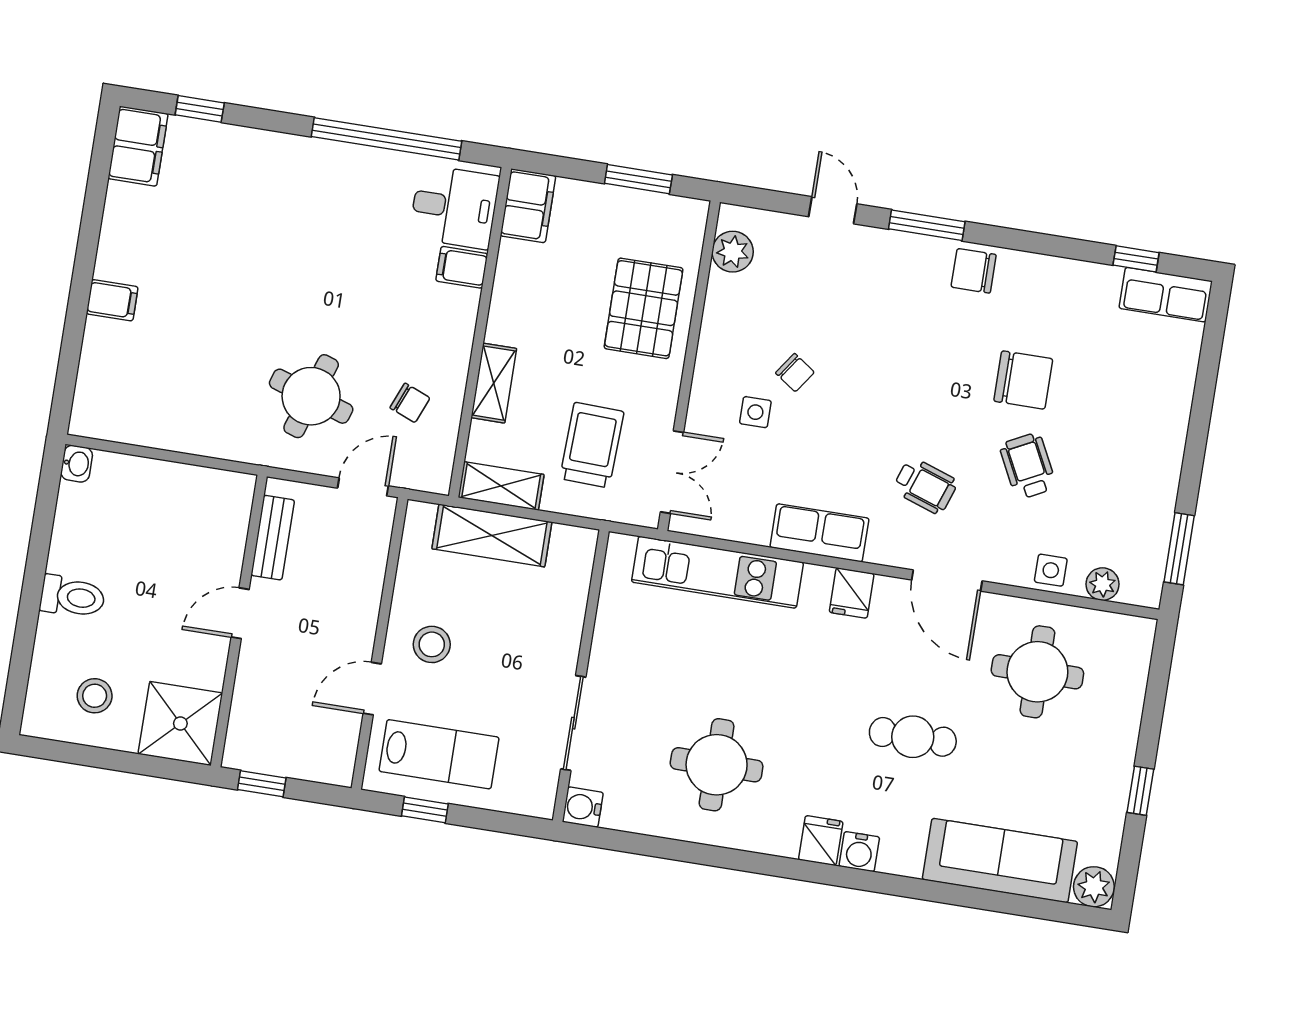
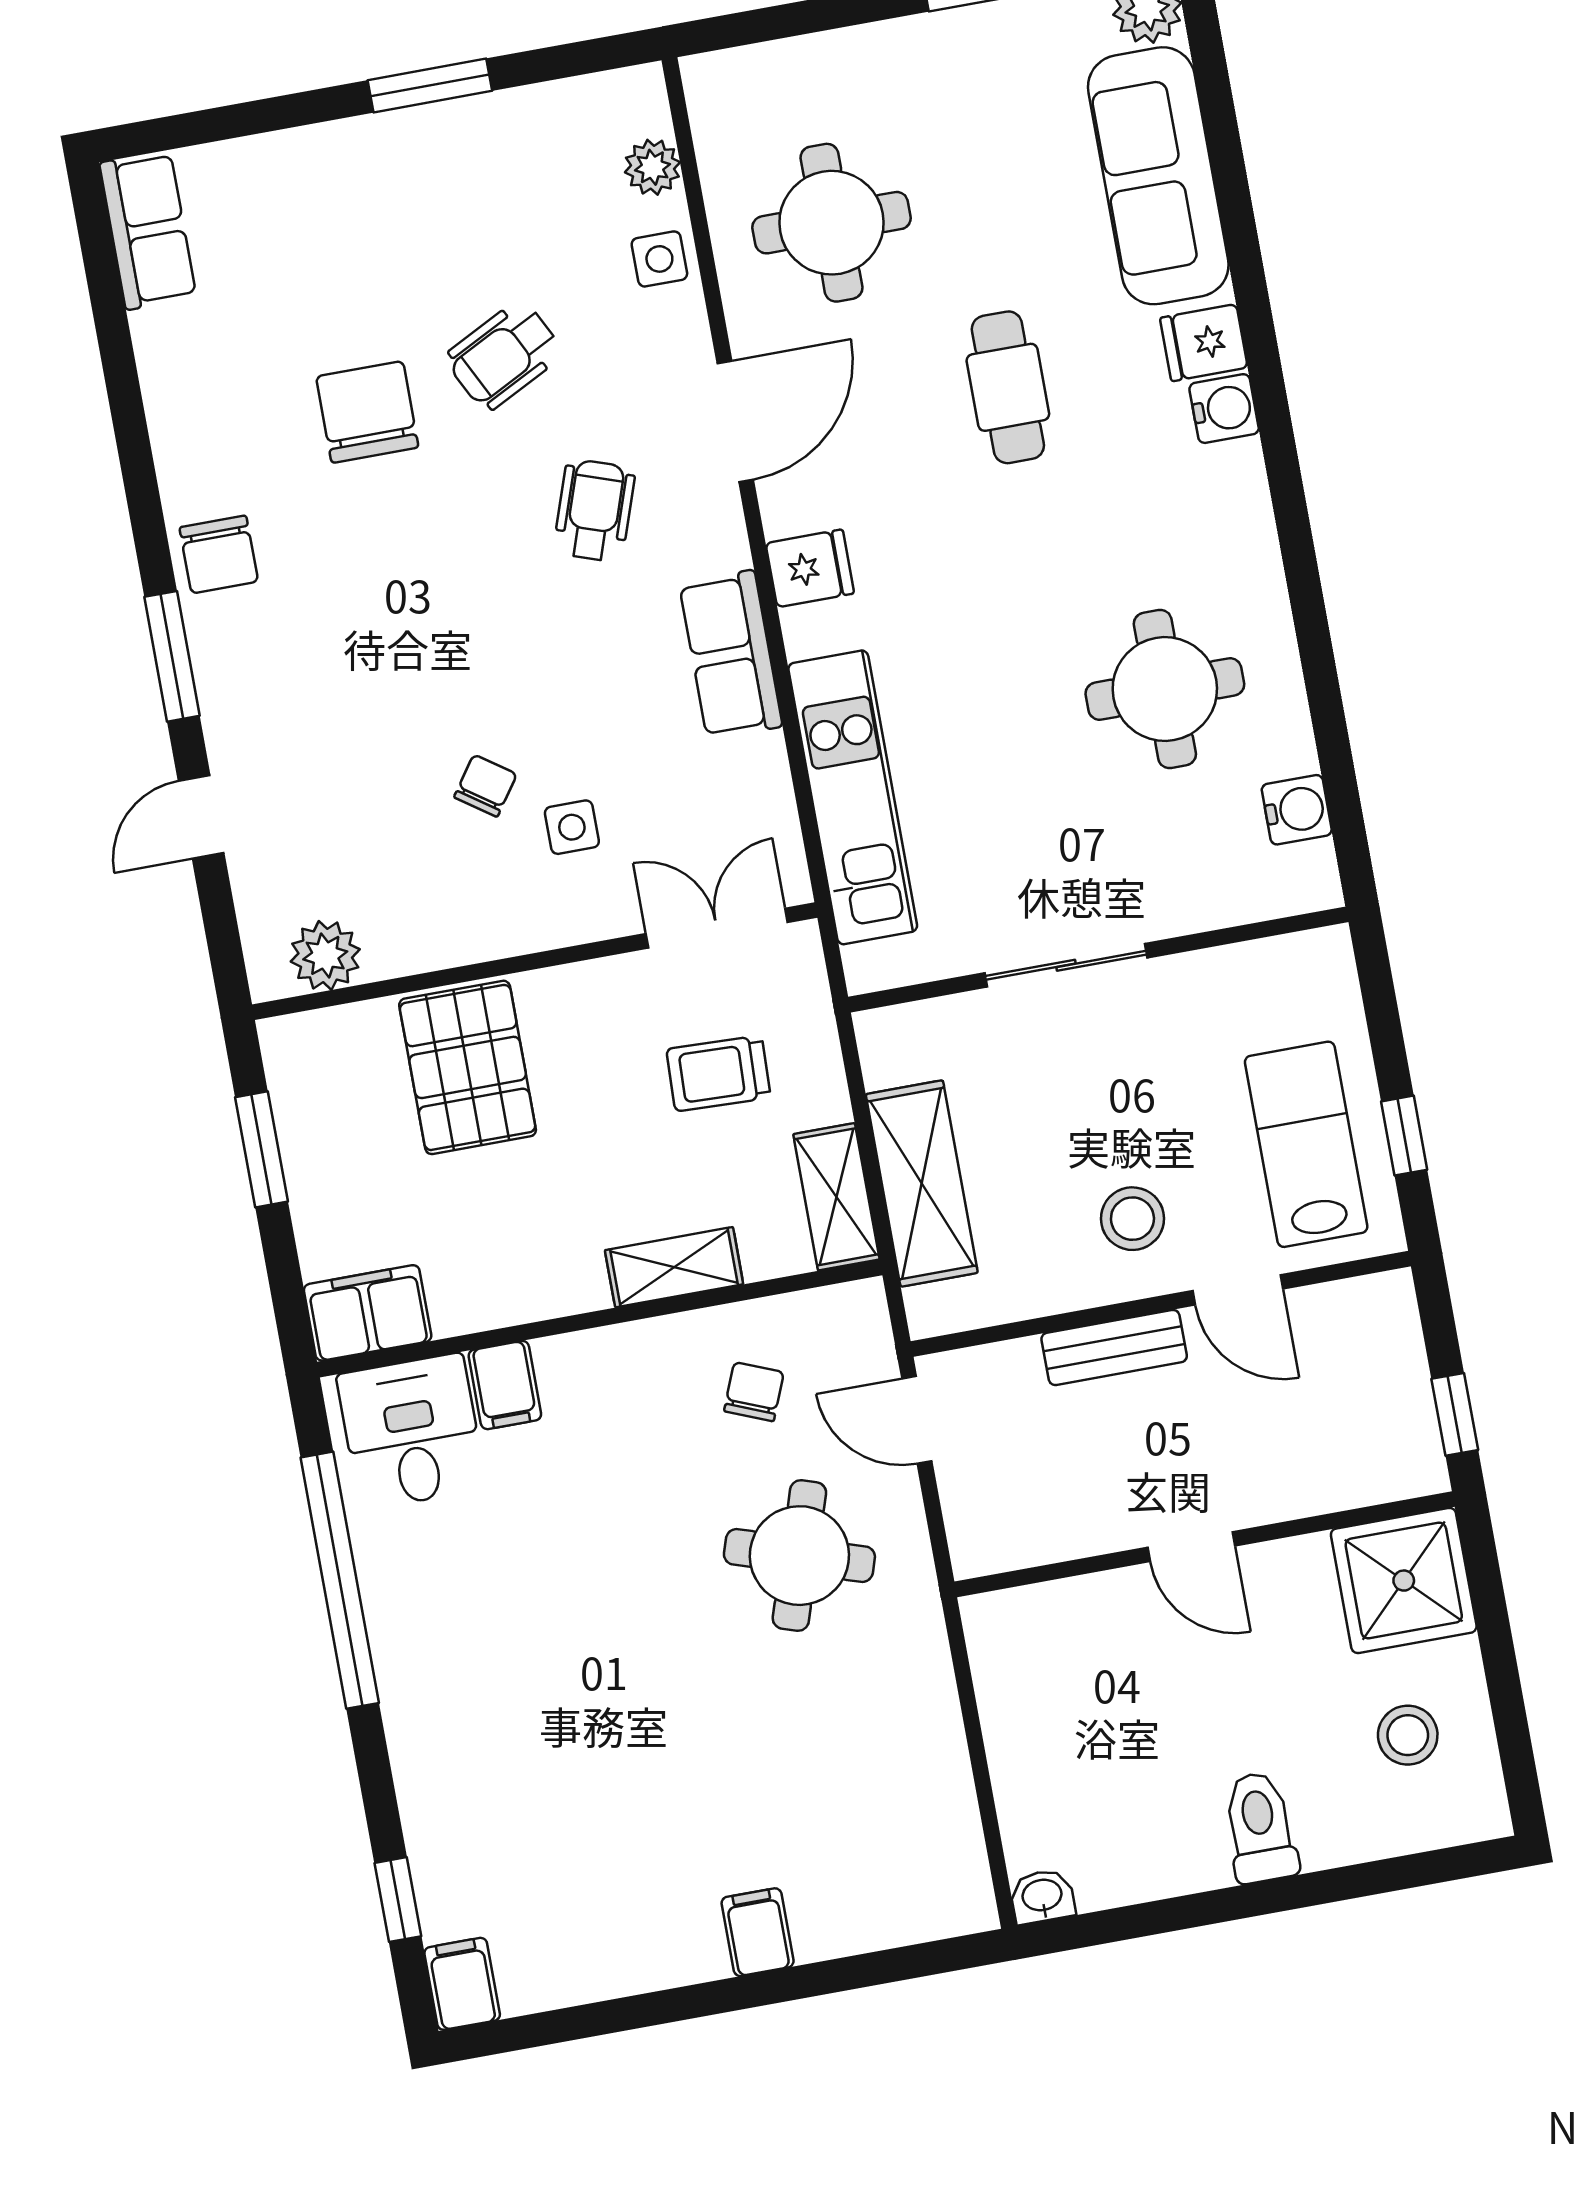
filing cabinet: (138, 146) -> (462, 1984), width x0.50
window: (1136, 259) -> (107, 298), removed
pallet: (644, 308) -> (468, 1067), turned 90
trolley: (592, 445) -> (718, 1073), width x0.73, depth x0.72
bench: (273, 538) -> (1114, 1347), moved
window: (1179, 549) -> (430, 86), moved
sliding door: (573, 723) -> (1066, 965), moved
water cooler: (583, 807) -> (1297, 810), moved, turned -90
fridge: (821, 841) -> (1204, 343), moved

